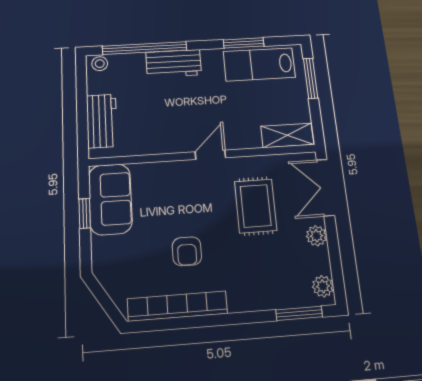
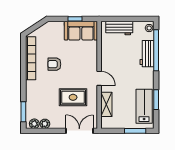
workbench: (174, 64) -> (147, 54), moved
shelving: (287, 135) -> (106, 104), moved
plant: (317, 236) -> (45, 124), moved

